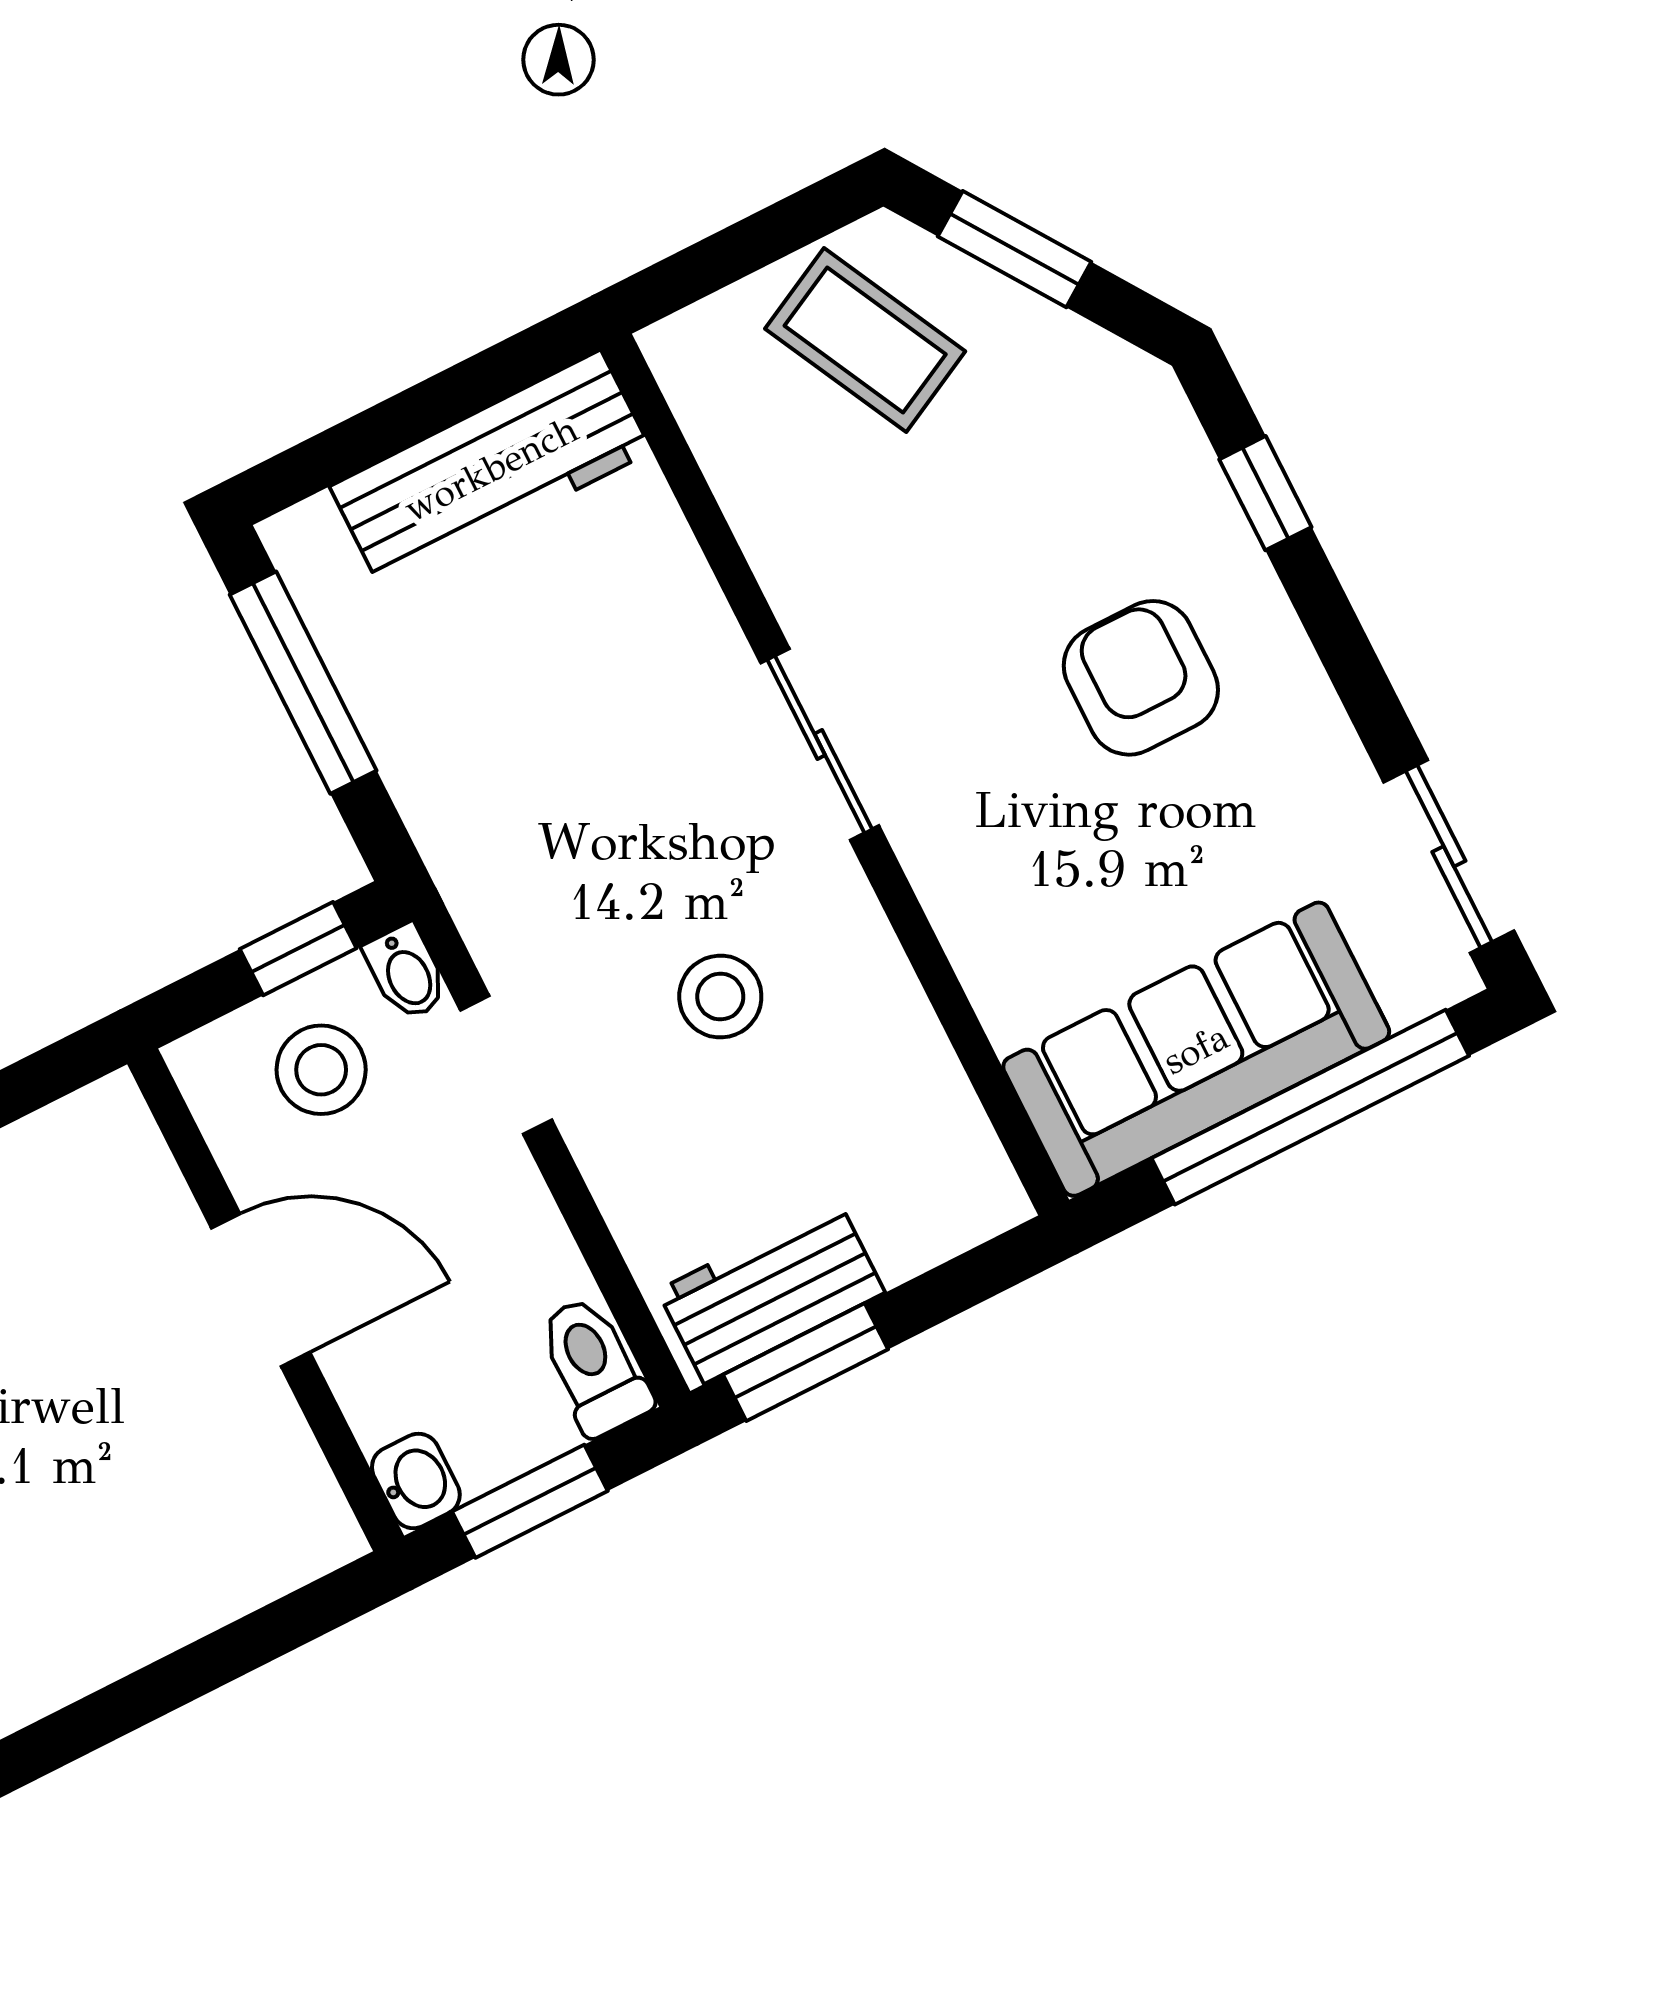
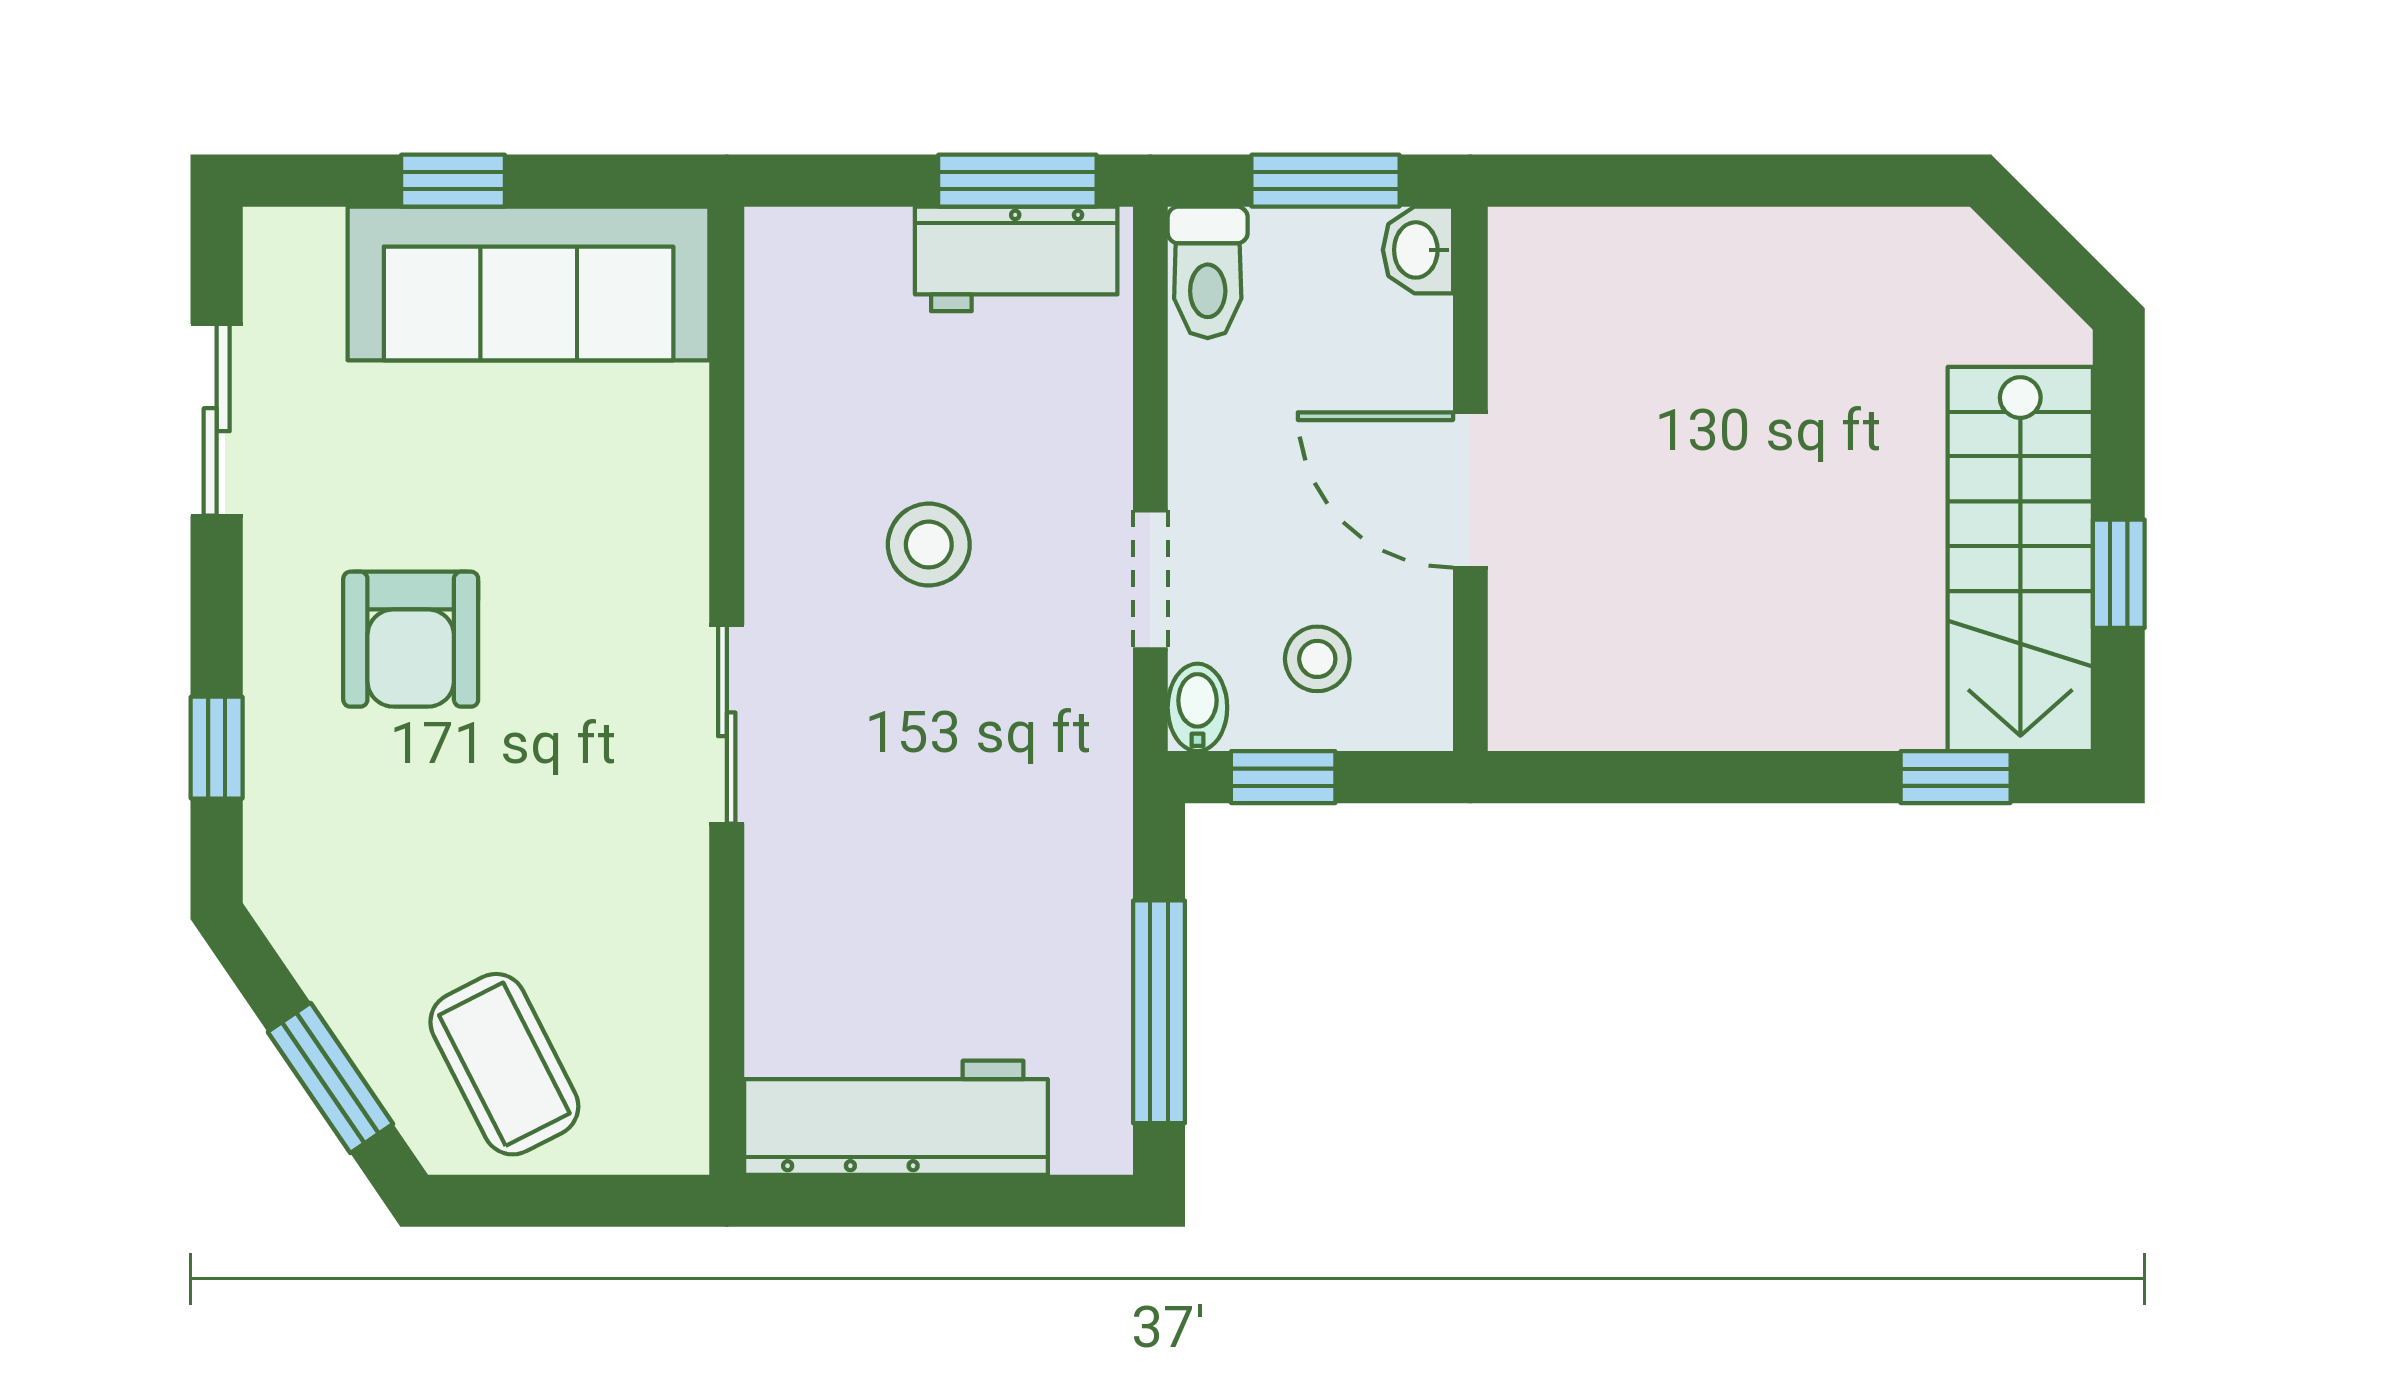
sliding door: (1449, 856) -> (217, 420), moved
stool: (321, 1070) -> (1317, 659), width x0.73, depth x0.73
window: (1310, 1107) -> (453, 181), width x0.32

